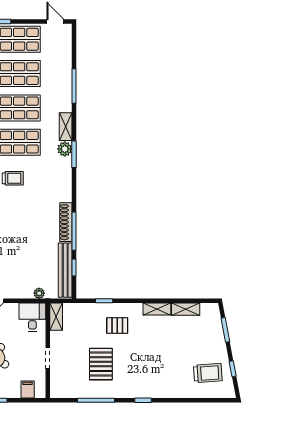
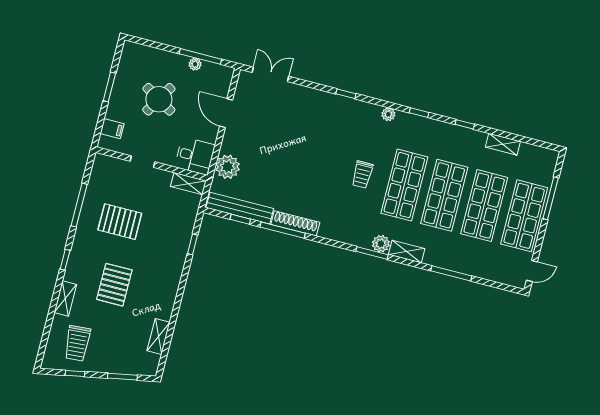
plant: (39, 293) -> (228, 167), width x1.88, depth x1.88
shelving: (157, 309) -> (65, 298), moved
pallet: (117, 325) -> (114, 285), moved, width x1.50, depth x1.42

